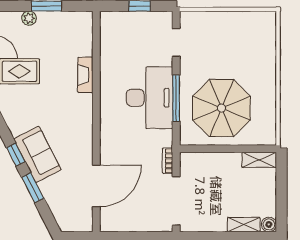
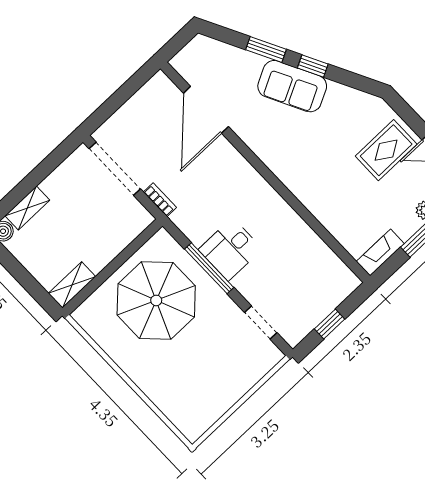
fireplace: (85, 75) -> (380, 253), moved, turned -90
desk: (150, 98) -> (230, 249), width x0.53, depth x0.77

